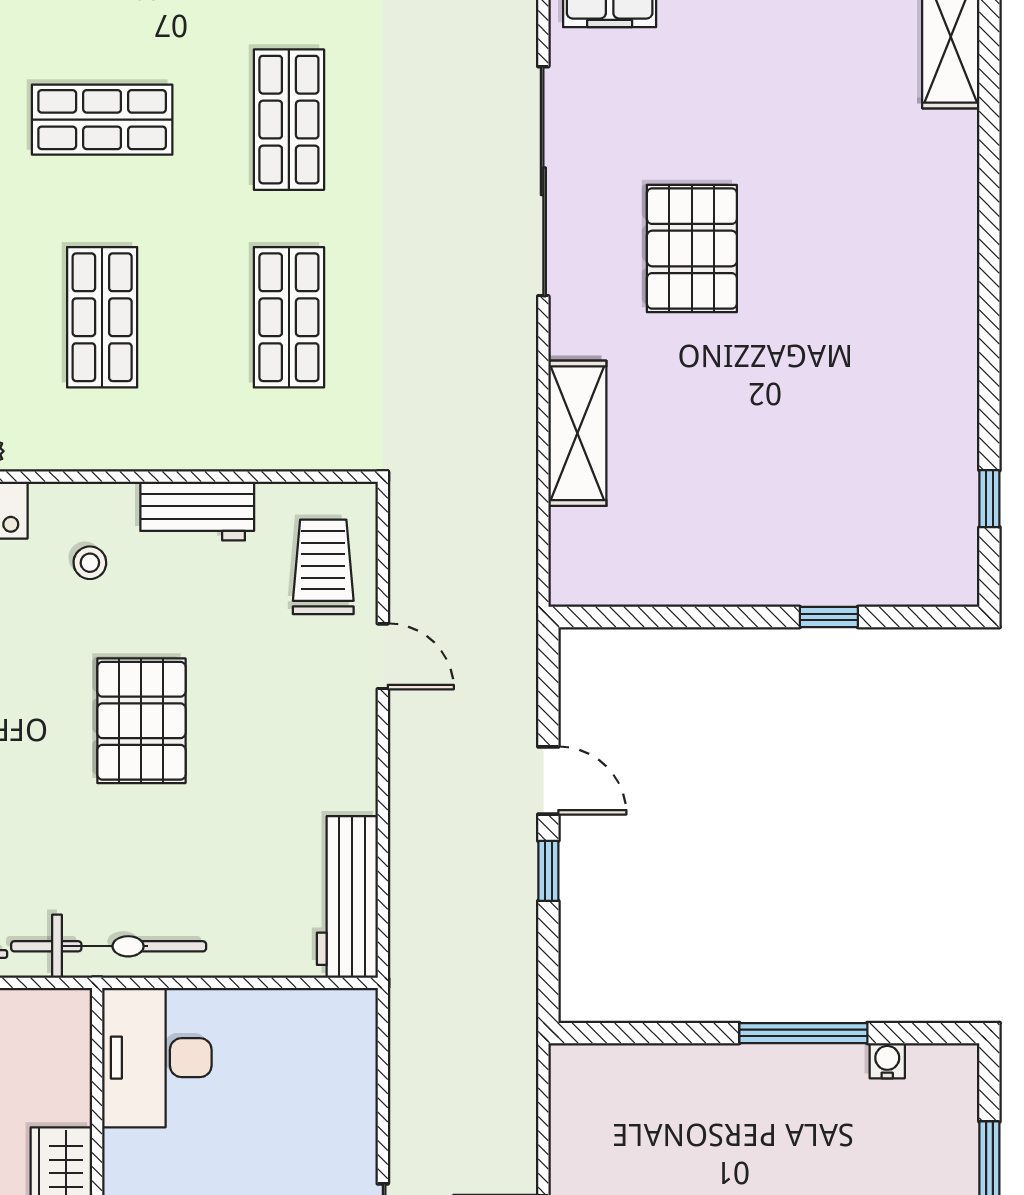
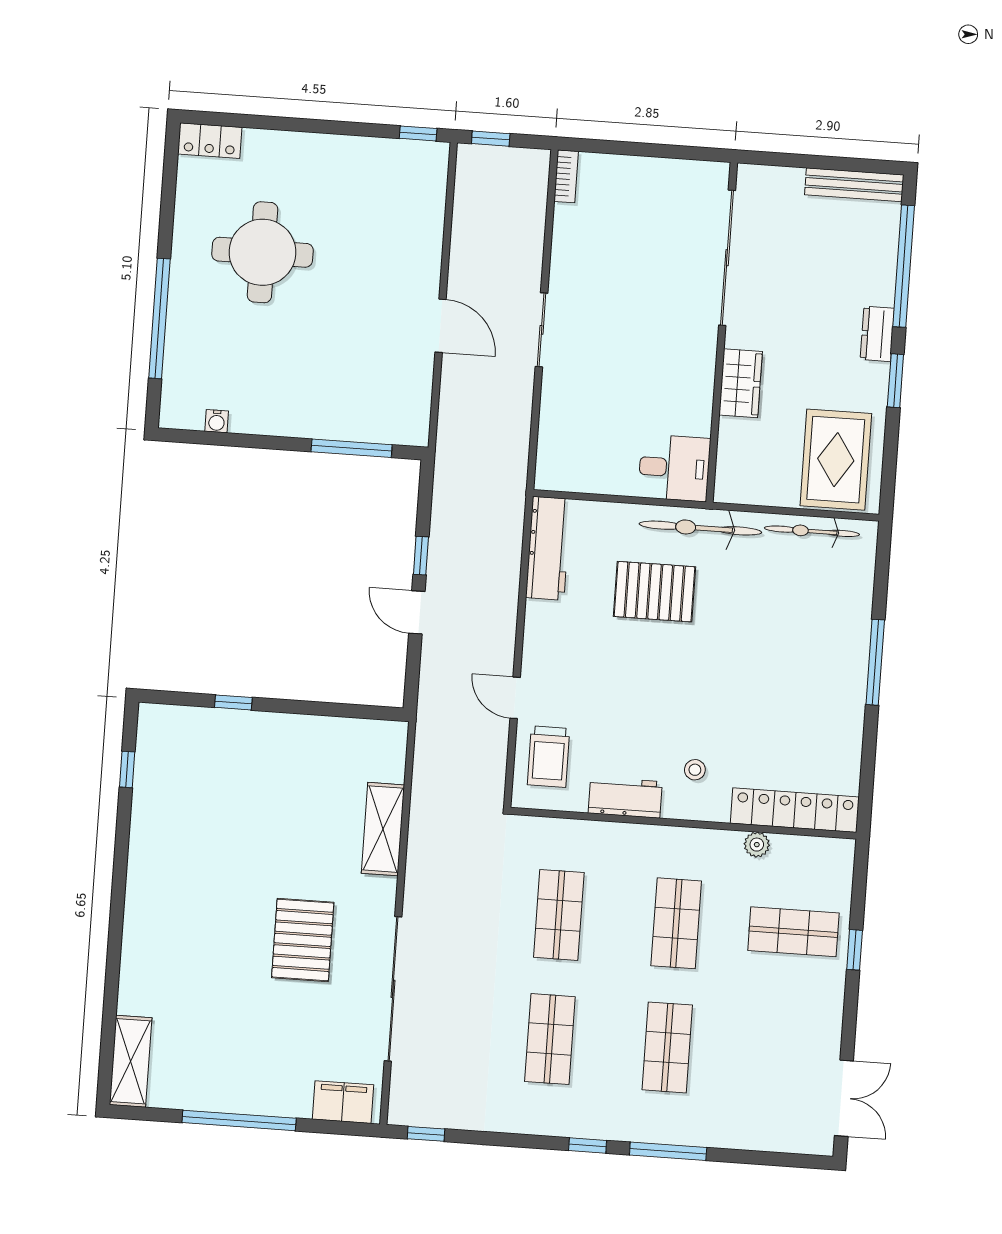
shop shelf: (102, 120) -> (667, 1047), turned 90
pallet: (141, 721) -> (655, 592), moved, turned 90
window: (803, 1033) -> (352, 448), moved
desk: (157, 1058) -> (674, 468), width x0.73

